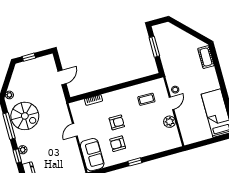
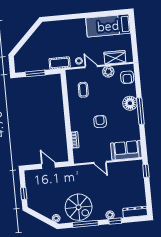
cot: (206, 57) -> (60, 63), moved
spiral stairs: (25, 116) -> (79, 207), turned 90
wardrobe: (185, 126) -> (115, 57), added
armchair: (118, 144) -> (127, 77), moved
floor lamp: (141, 150) -> (130, 103), added
window: (135, 162) -> (140, 111), width x2.17

